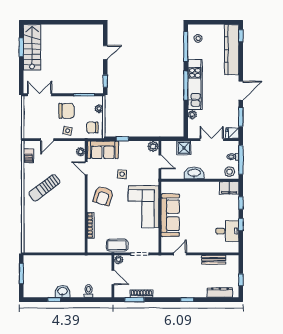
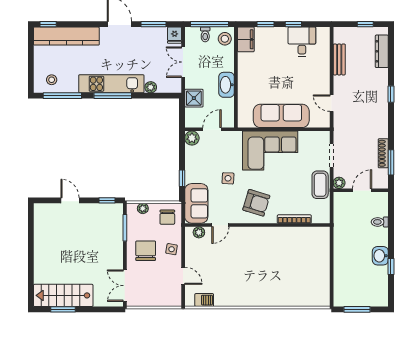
sun lounger: (44, 188) -> (246, 279), removed

